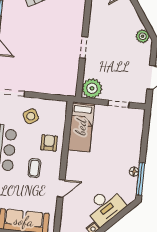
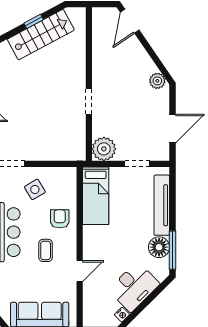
tv unit: (135, 141) -> (162, 205), added
floor lamp: (134, 172) -> (159, 247), width x1.89, depth x1.89

